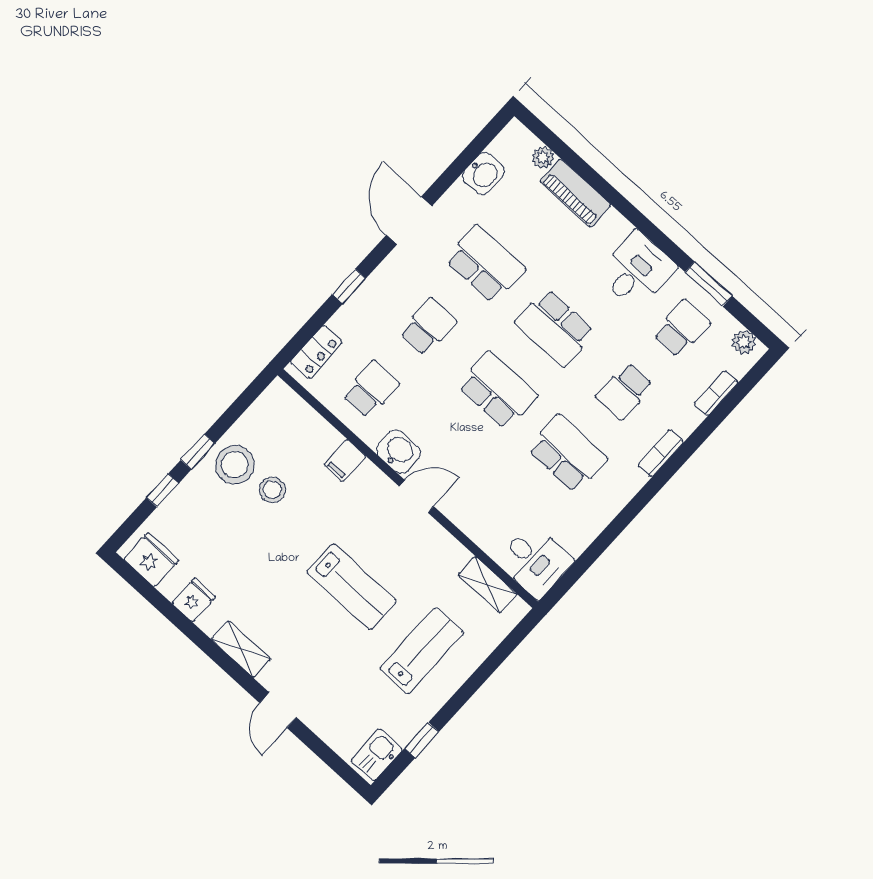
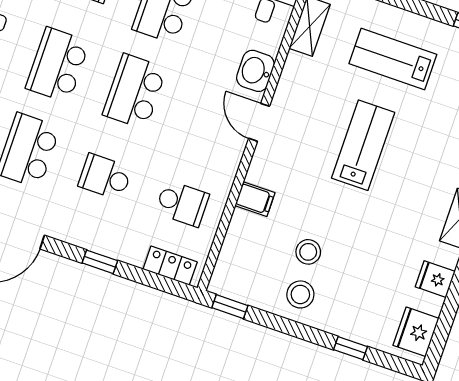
school desk: (555, 328) -> (58, 65), turned 180
school desk: (371, 389) -> (182, 203), turned 180
window: (198, 452) -> (230, 307), moved
washbasin: (398, 452) -> (255, 71), moved
stool: (235, 465) -> (300, 294), width x0.73, depth x0.73

